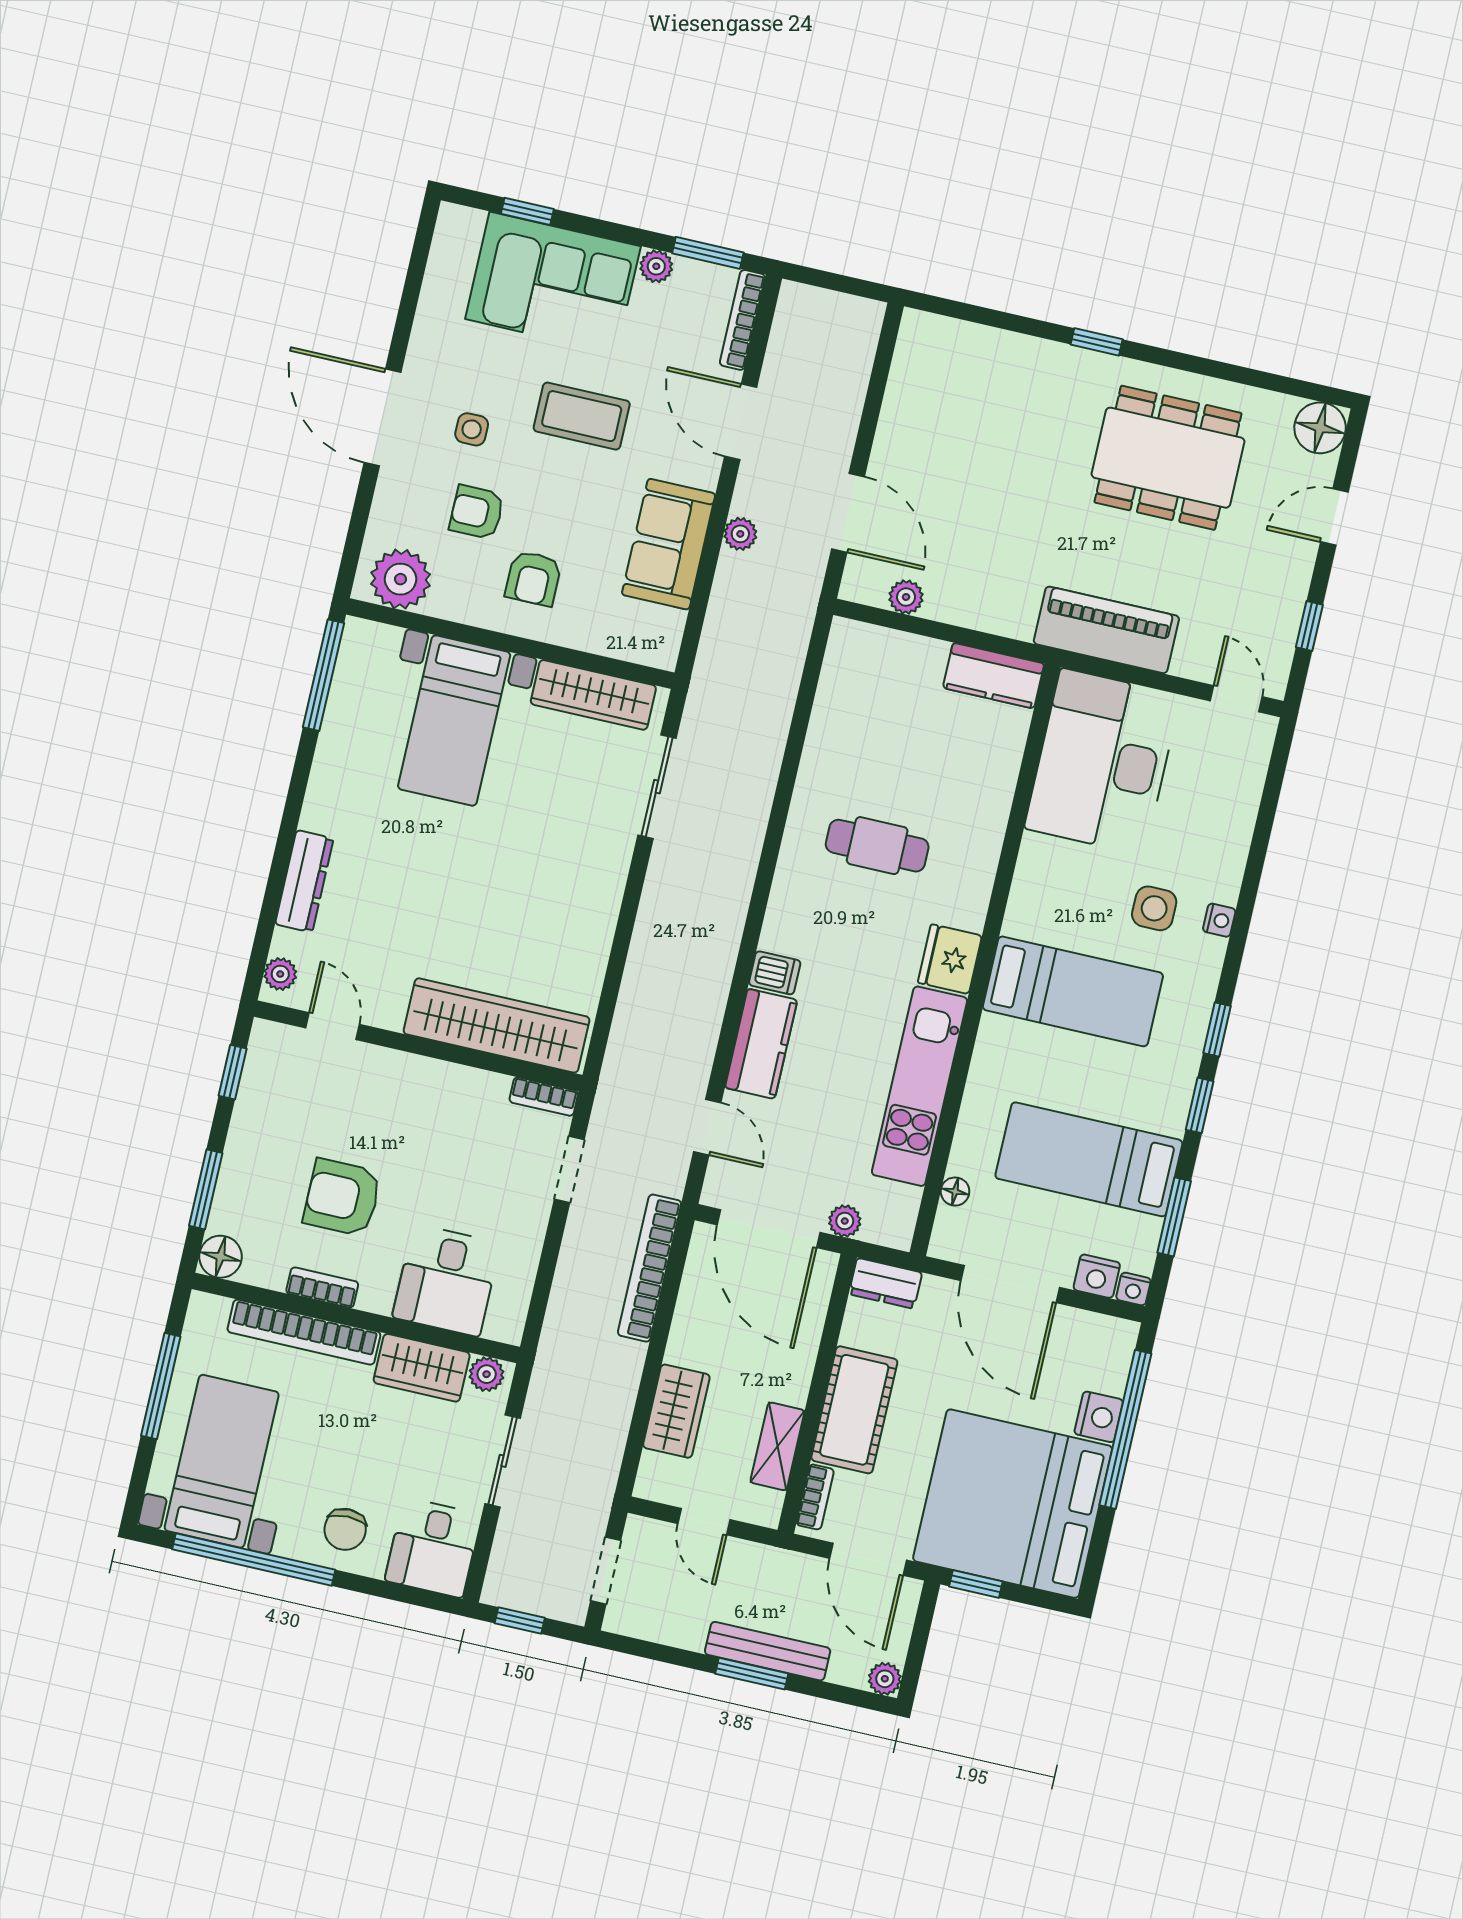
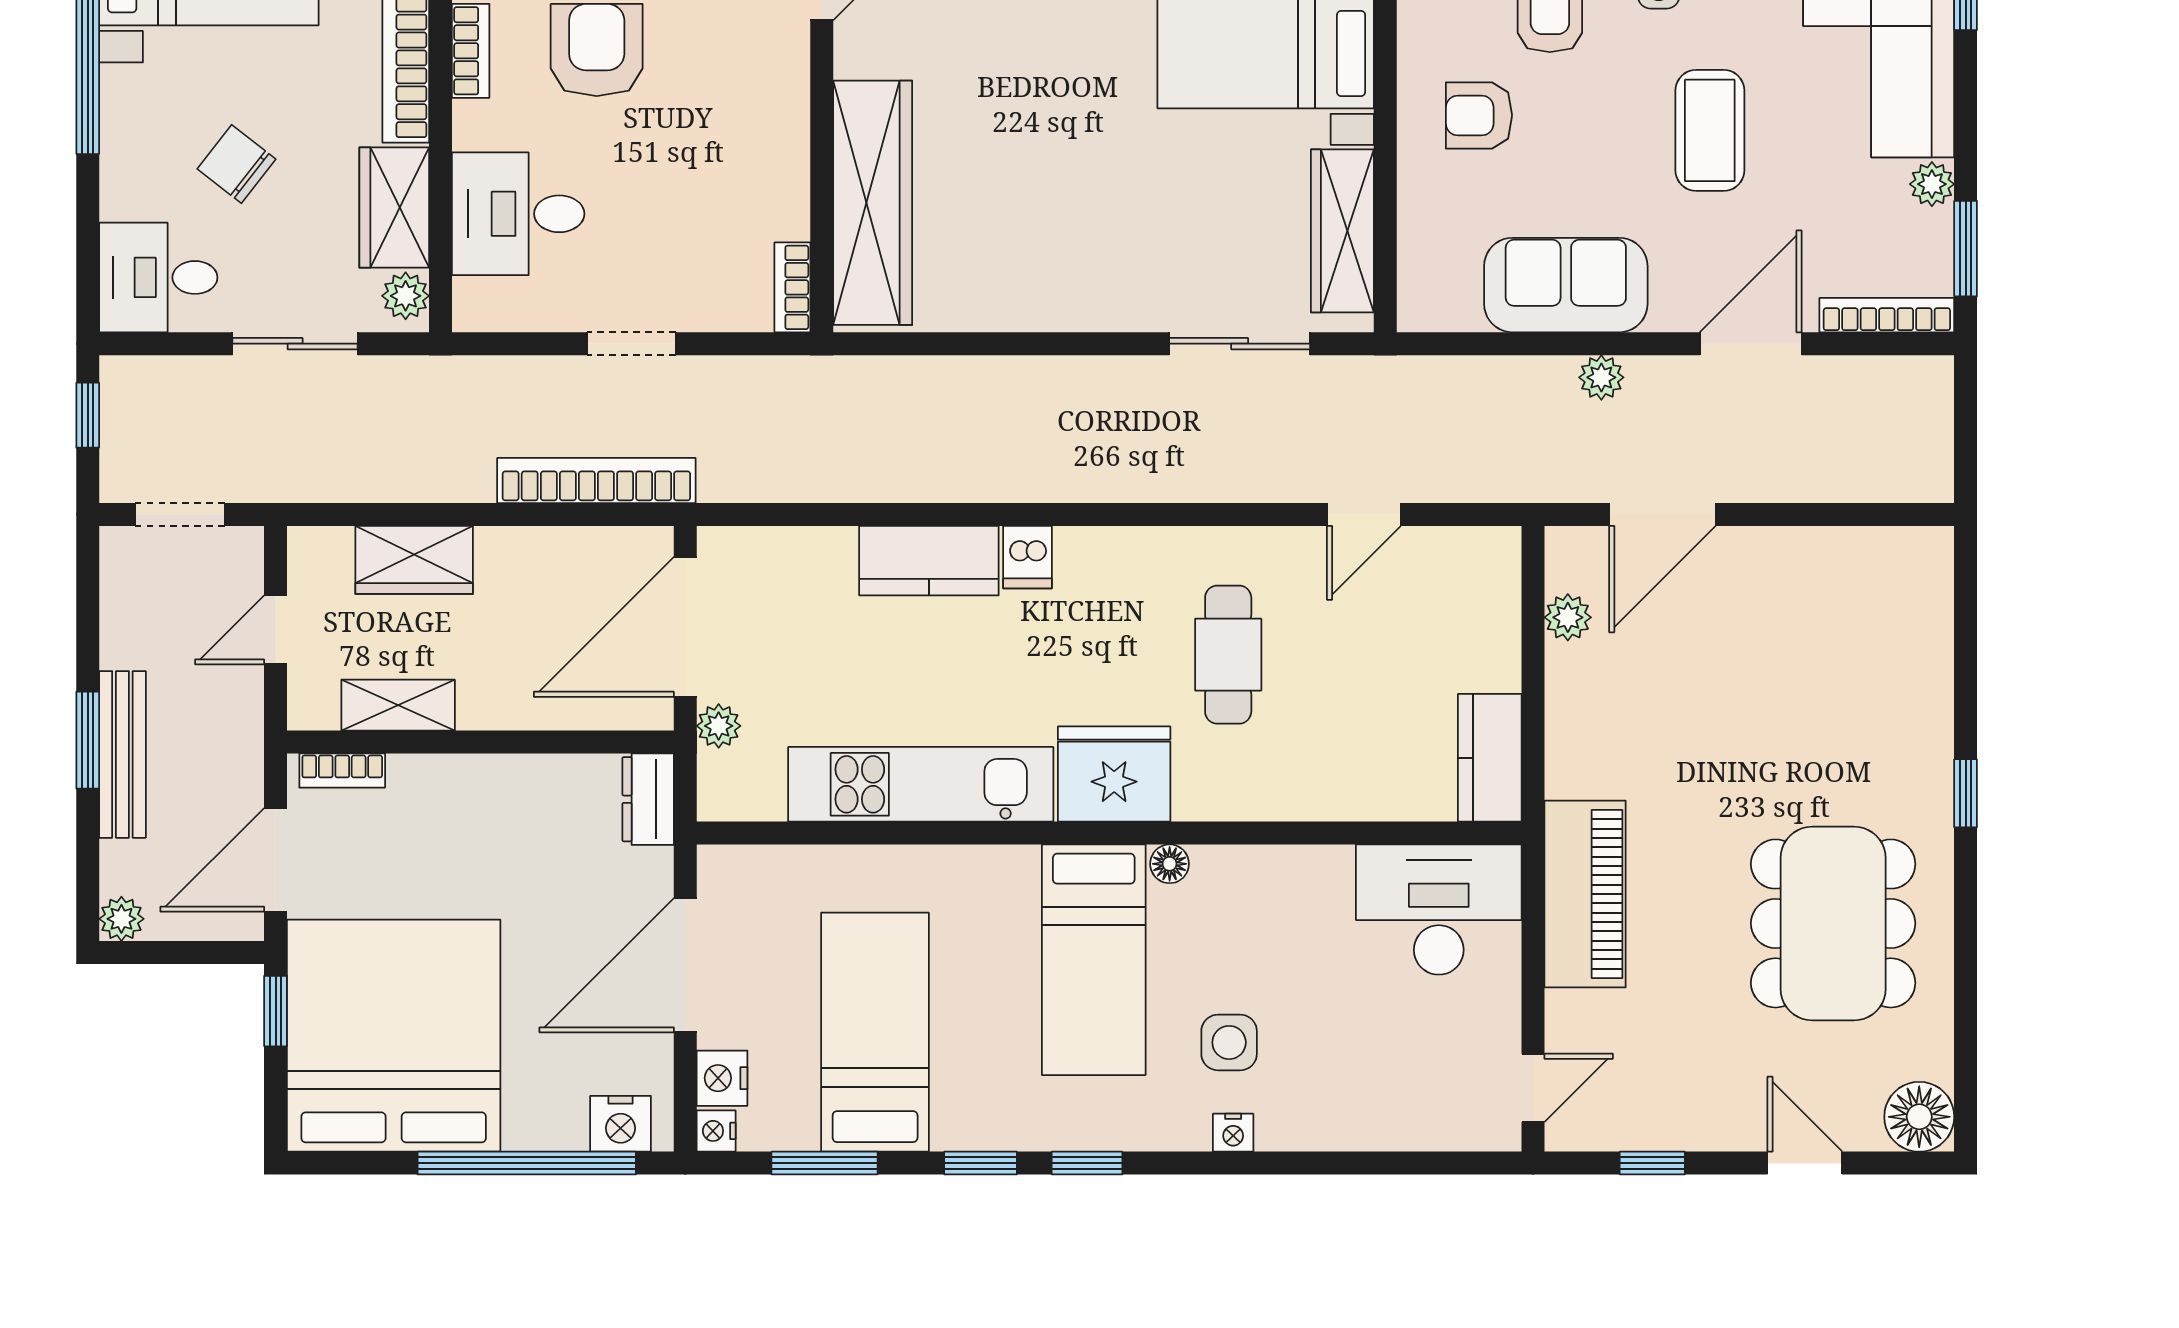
desk: (1103, 762) -> (1439, 910), width x0.73, depth x0.77
fridge: (950, 959) -> (1114, 774), width x1.36, depth x1.34
door: (707, 1127) -> (1364, 514), moved
doorway: (569, 1169) -> (631, 344), moved
floor lamp: (955, 1192) -> (1170, 864), moved
cot: (854, 1410) -> (470, 796), removed
nightstand: (1099, 1417) -> (621, 1124), moved
chair: (345, 1529) -> (237, 164), moved, turned 38

